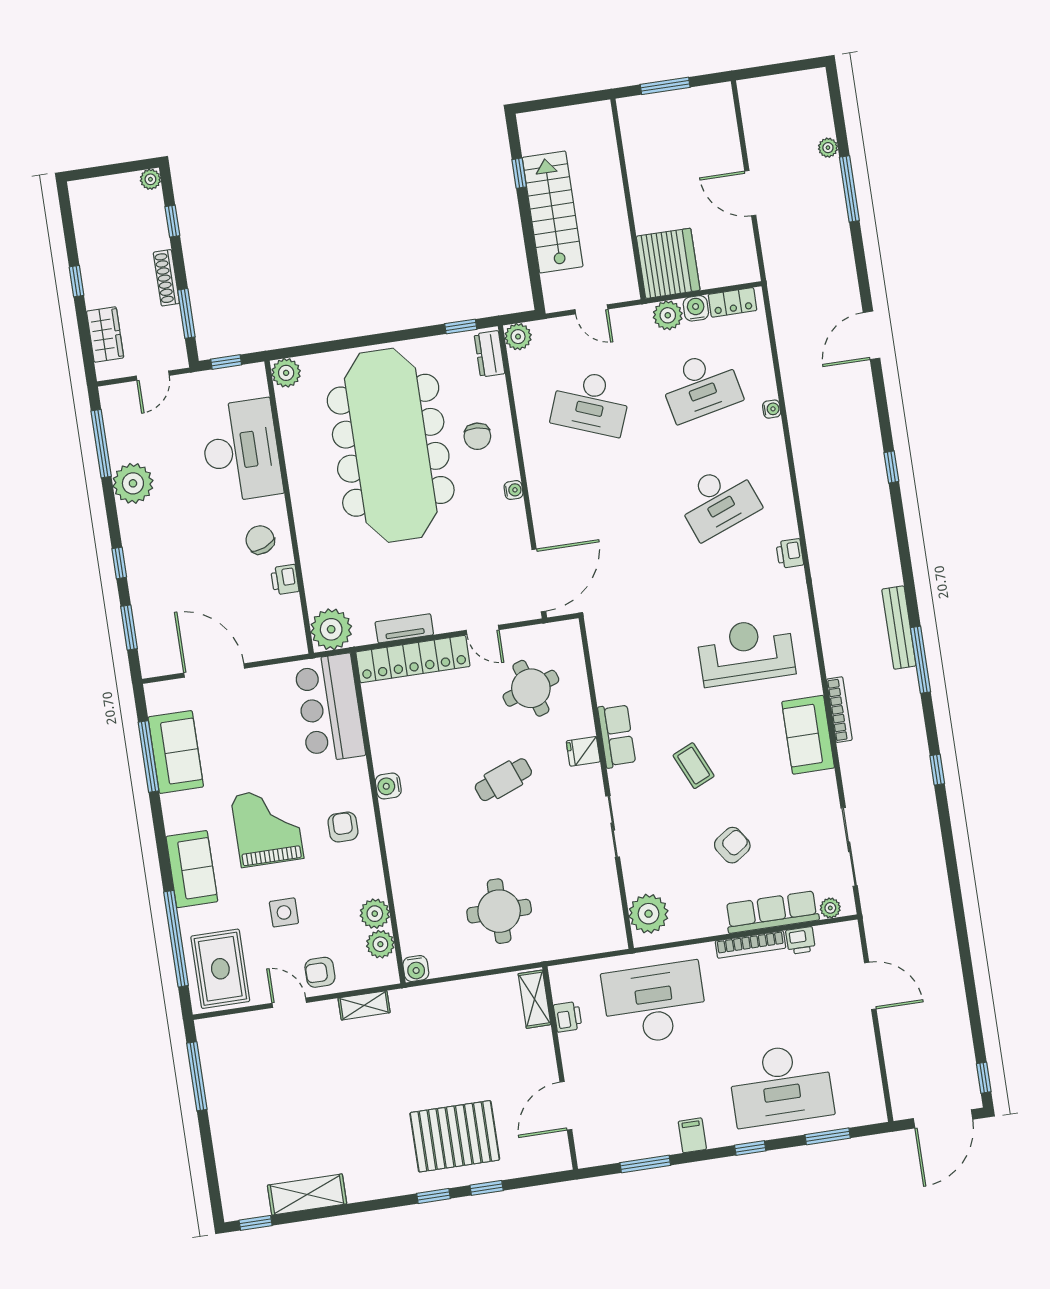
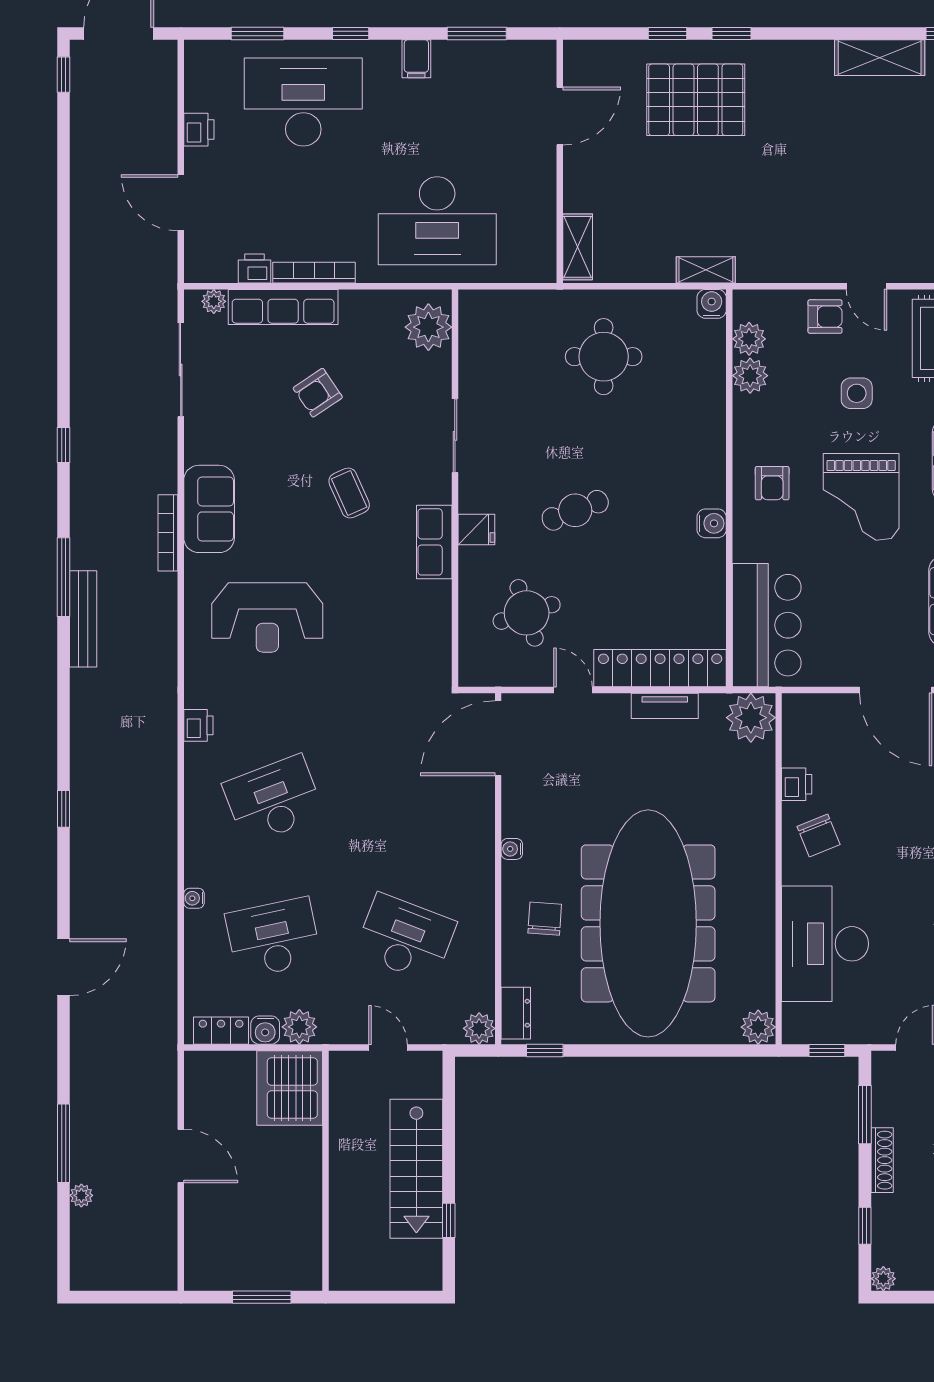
shelving: (364, 1005) -> (706, 270), moved
printer: (568, 1017) -> (199, 130), moved, turned 180

